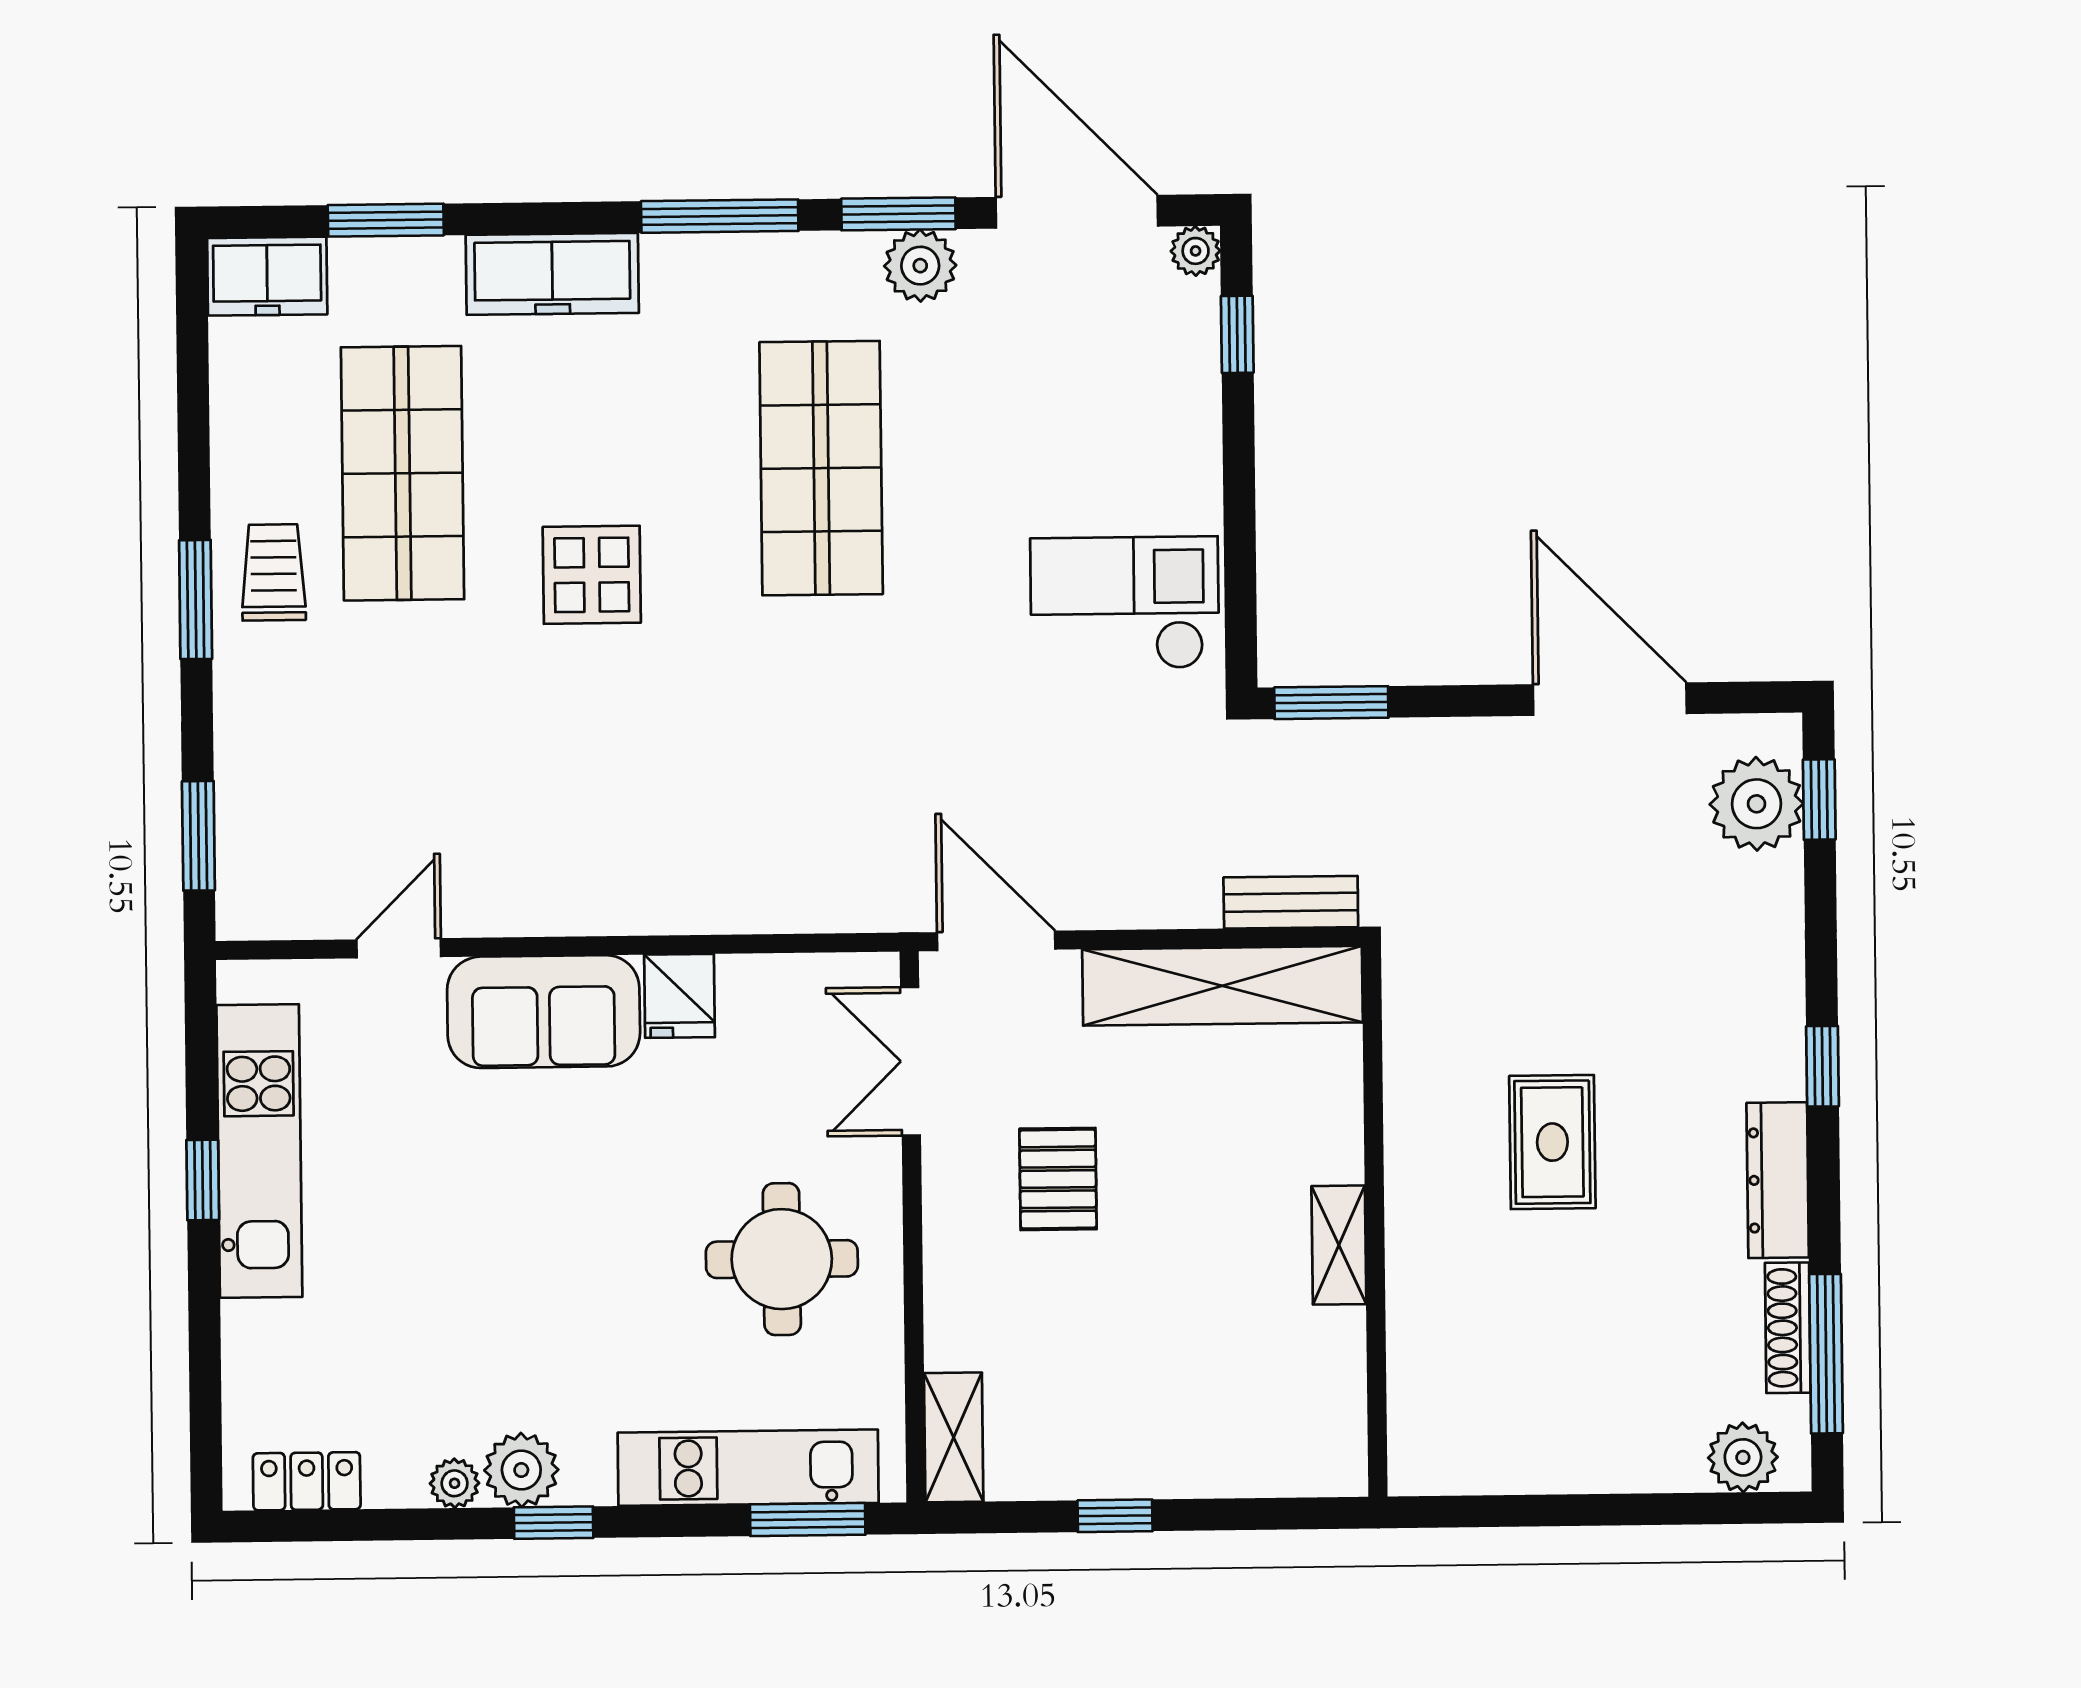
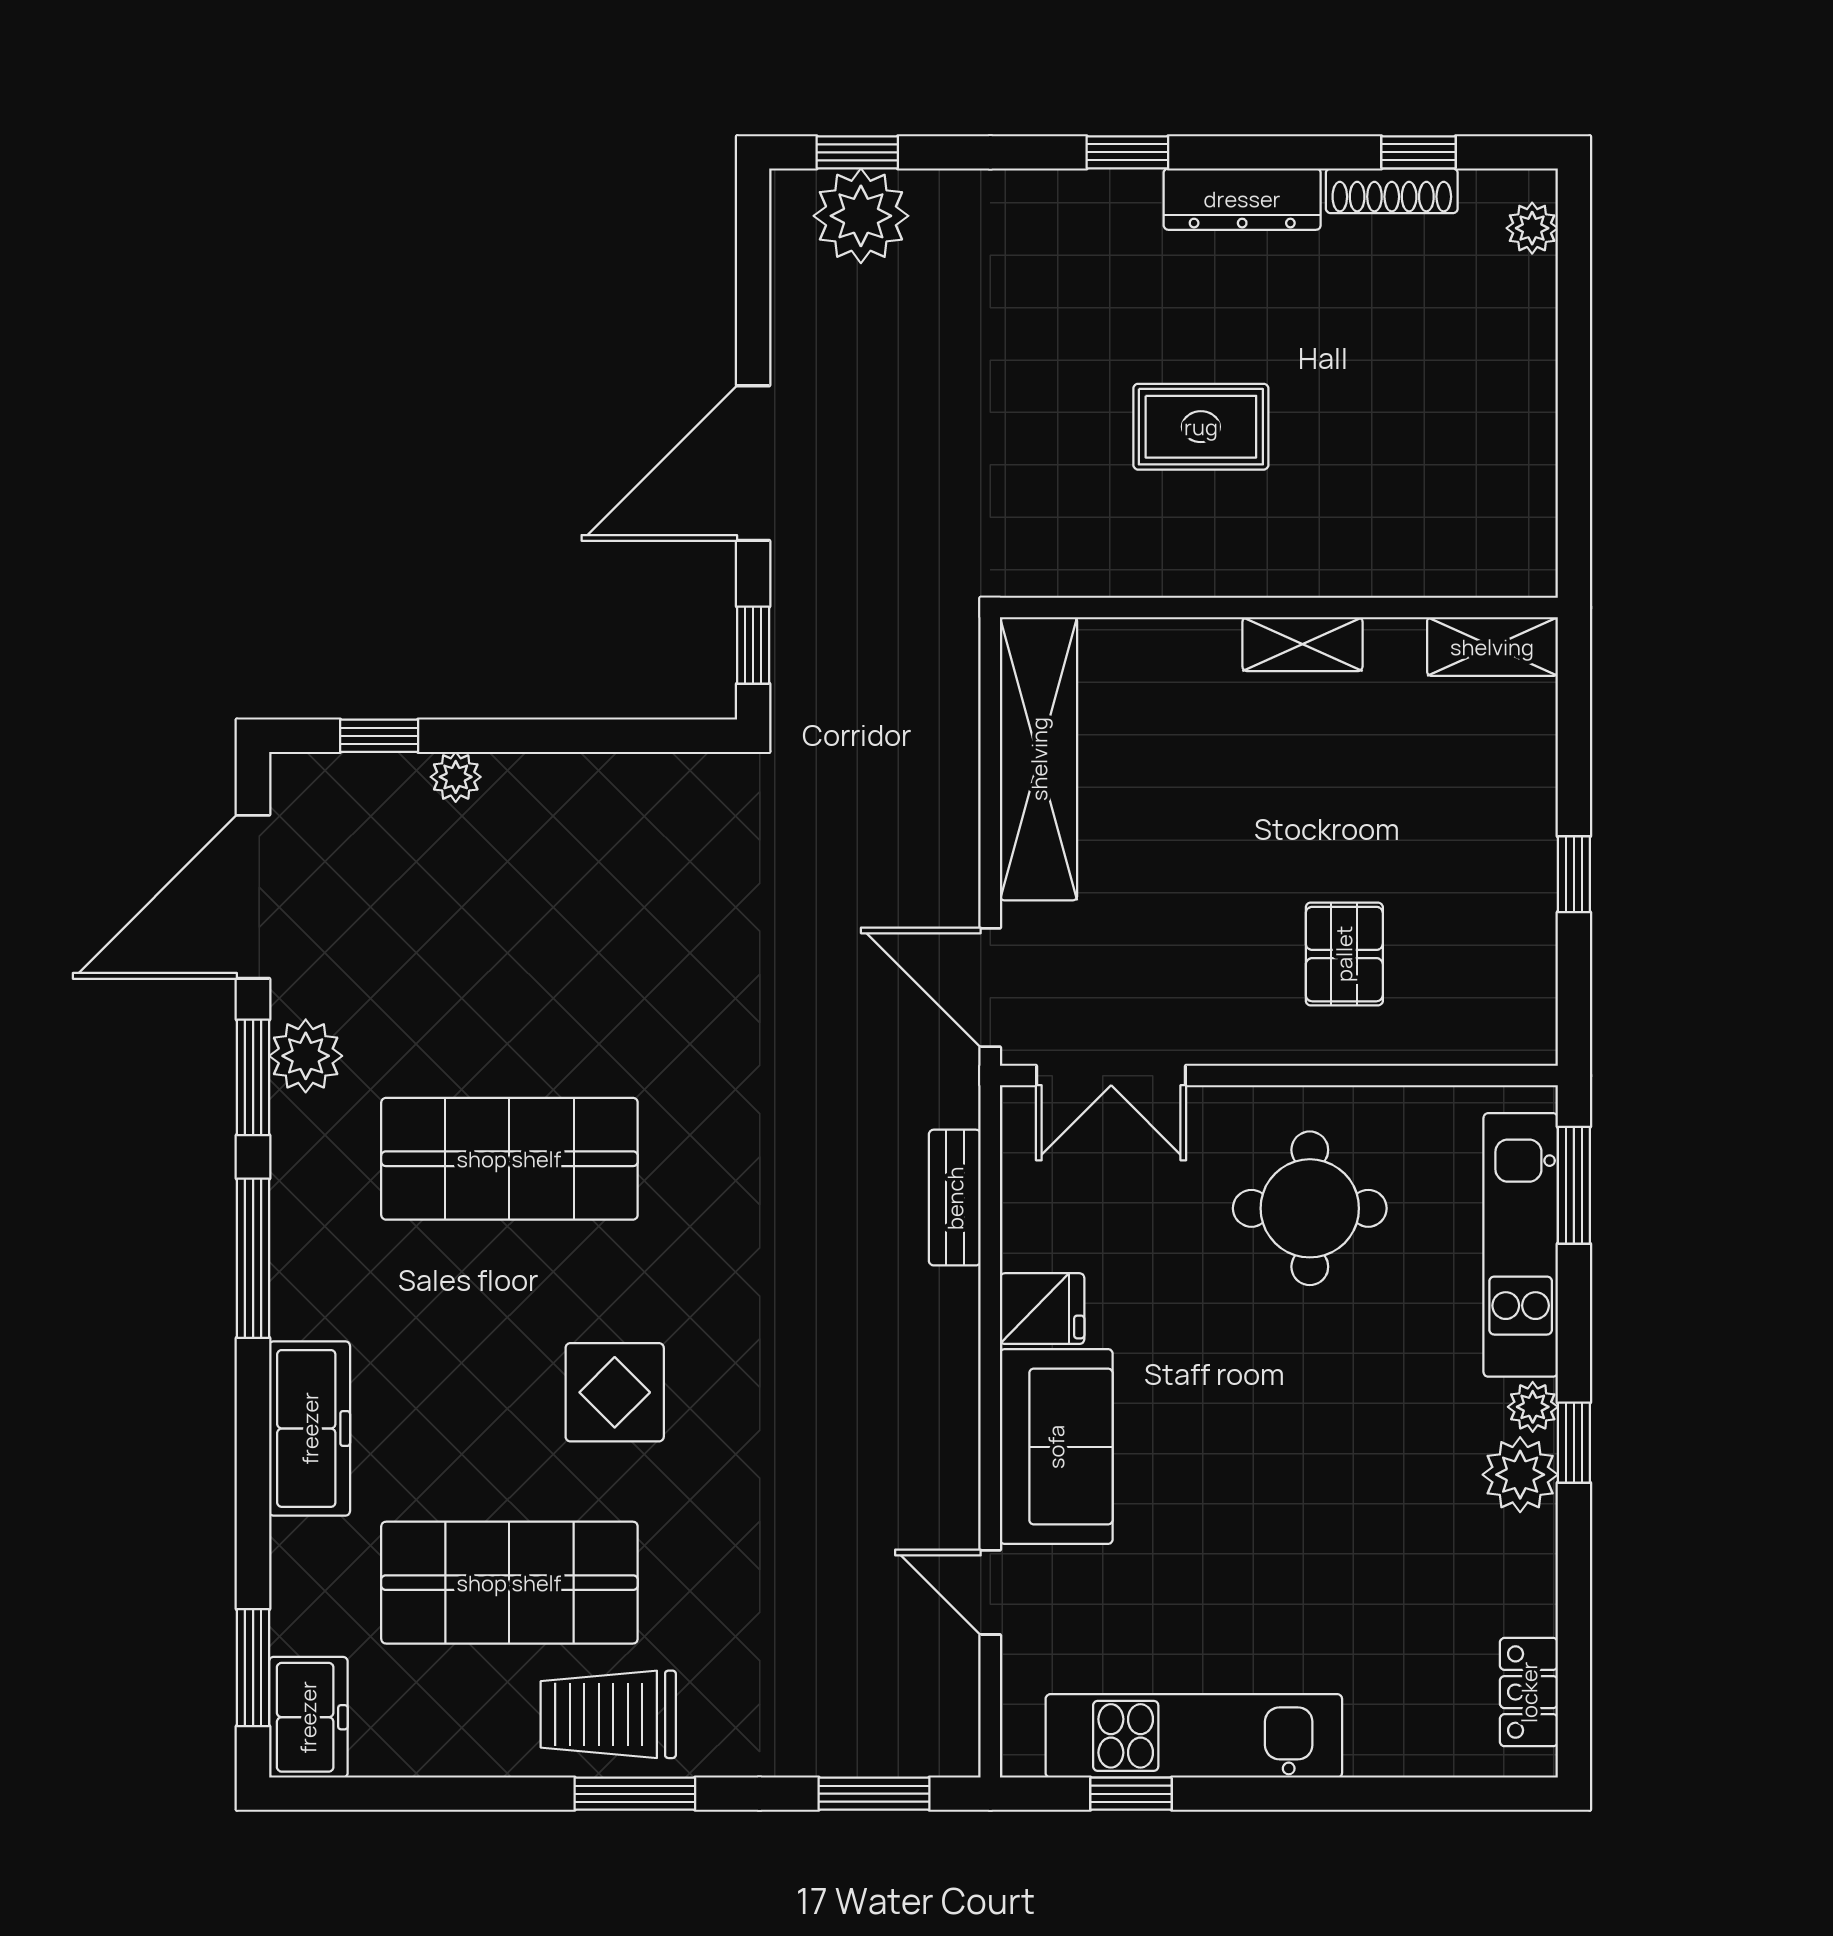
window: (386, 220) -> (253, 1668), moved
plant: (1196, 251) -> (456, 777), moved
trolley: (274, 572) -> (608, 1714), width x1.36, depth x1.39
checkout: (1125, 603) -> (650, 853), removed
door: (1610, 699) -> (753, 463), moved
window: (1331, 703) -> (753, 645), width x0.67
bench: (1291, 902) -> (955, 1198), moved
door: (996, 941) -> (990, 987), hinge flipped
pallet: (1058, 1179) -> (1344, 954), moved, turned 90
window: (203, 1180) -> (1131, 1794), moved
window: (1826, 1354) -> (1418, 152), width x0.46
shelving: (954, 1437) -> (1492, 647), moved
plant: (1743, 1457) -> (1532, 228), width x0.73, depth x0.73
plant: (455, 1483) -> (1533, 1407), moved

